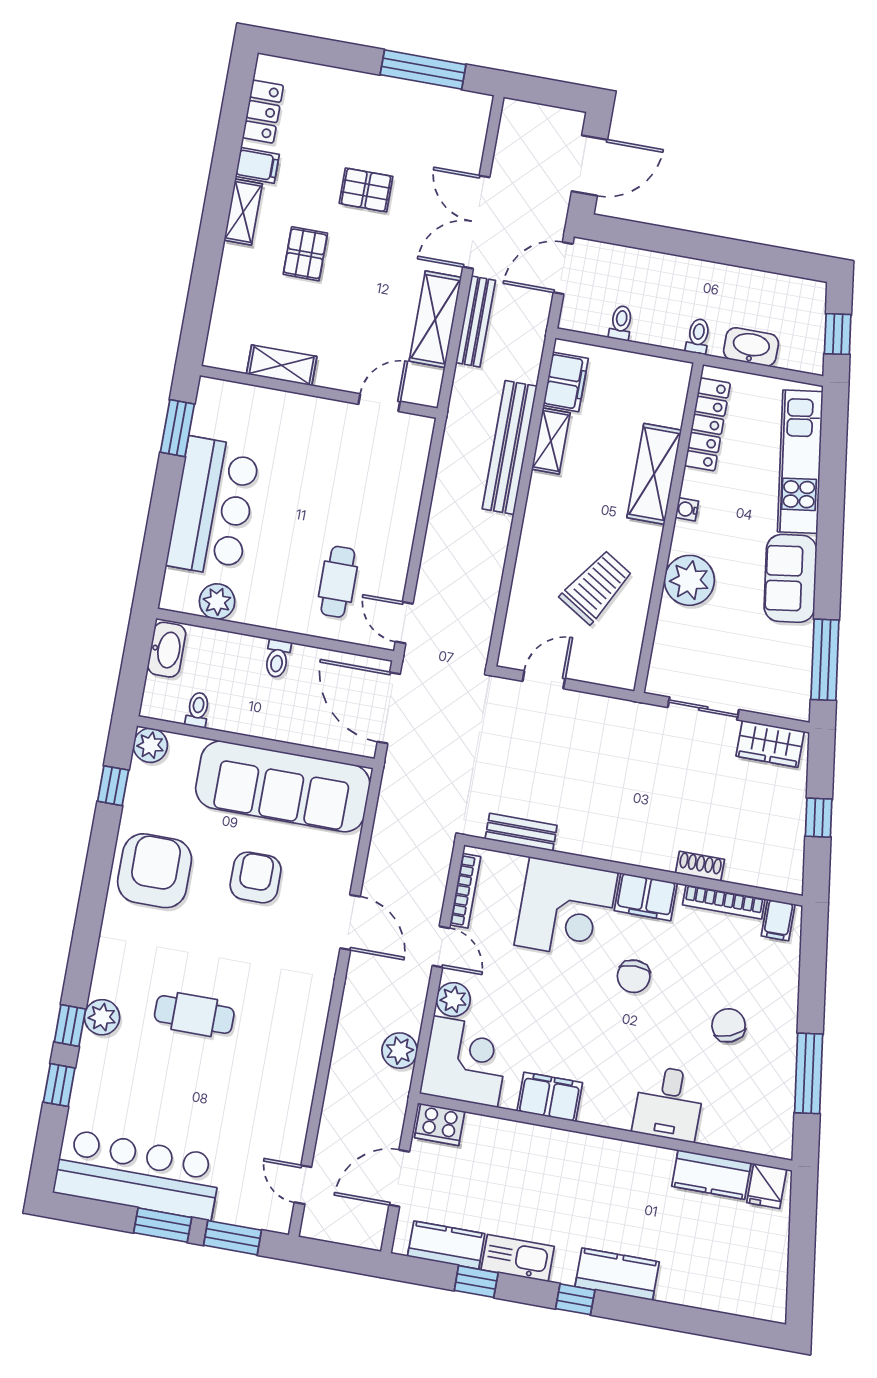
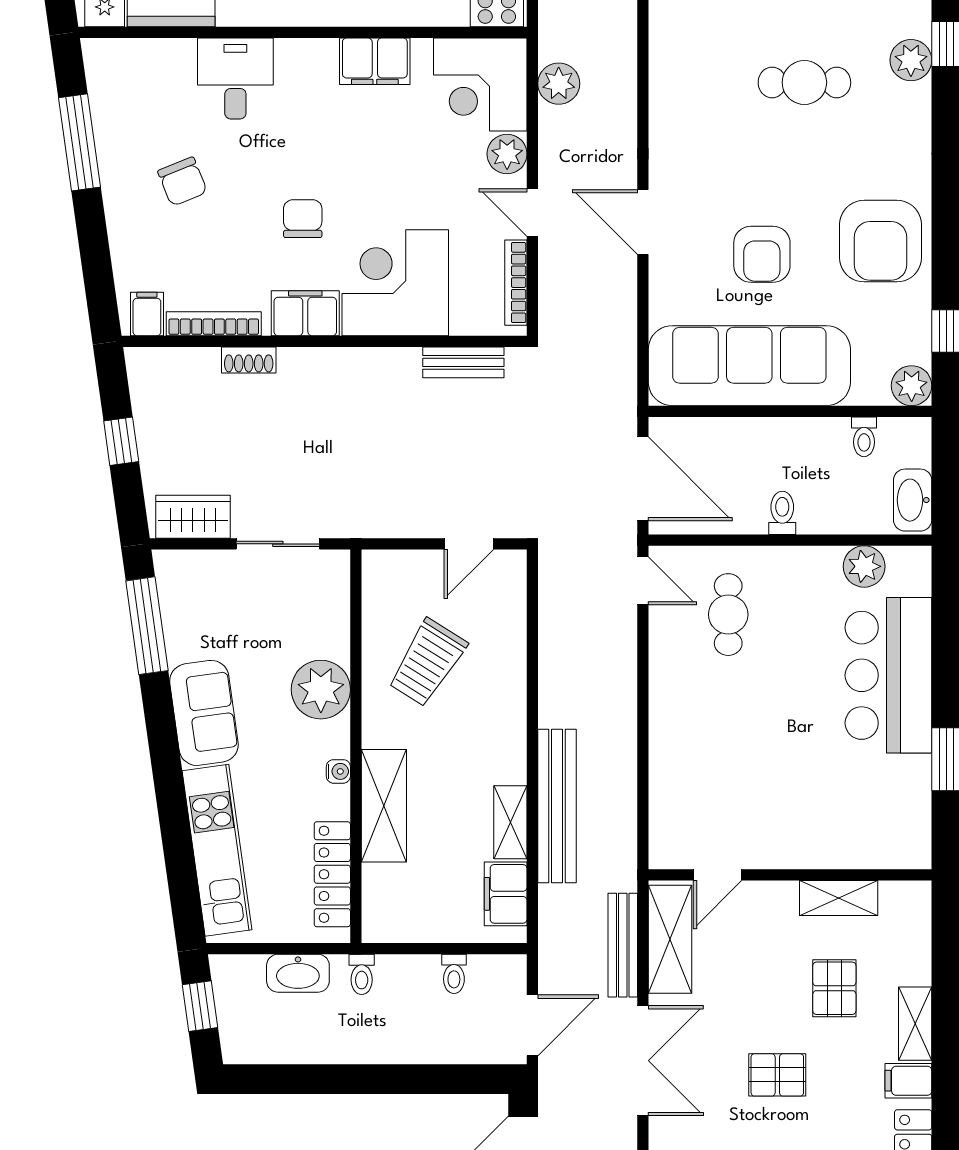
shelving: (282, 365) -> (839, 898), moved
wall: (319, 392) -> (790, 875), moved
door: (379, 403) -> (718, 875), moved

